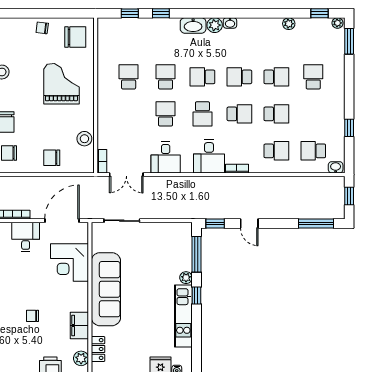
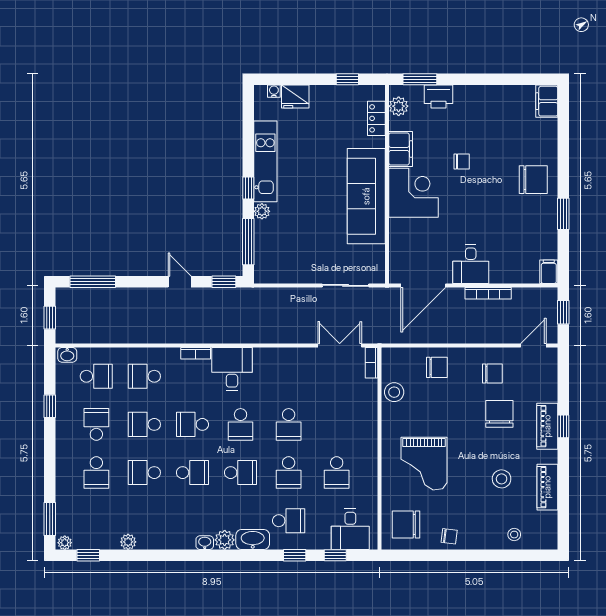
school desk: (166, 40) -> (289, 521), added
school desk: (202, 114) -> (241, 424), turned 180
school desk: (313, 114) -> (96, 424), added
desk: (166, 157) -> (350, 529), moved, turned 180
corner desk: (70, 262) -> (414, 193), moved

